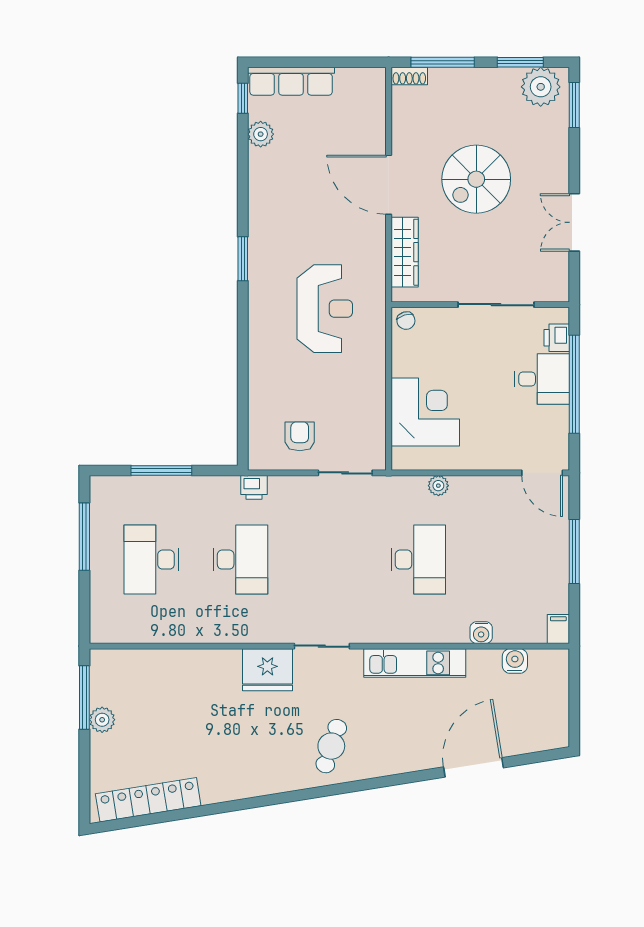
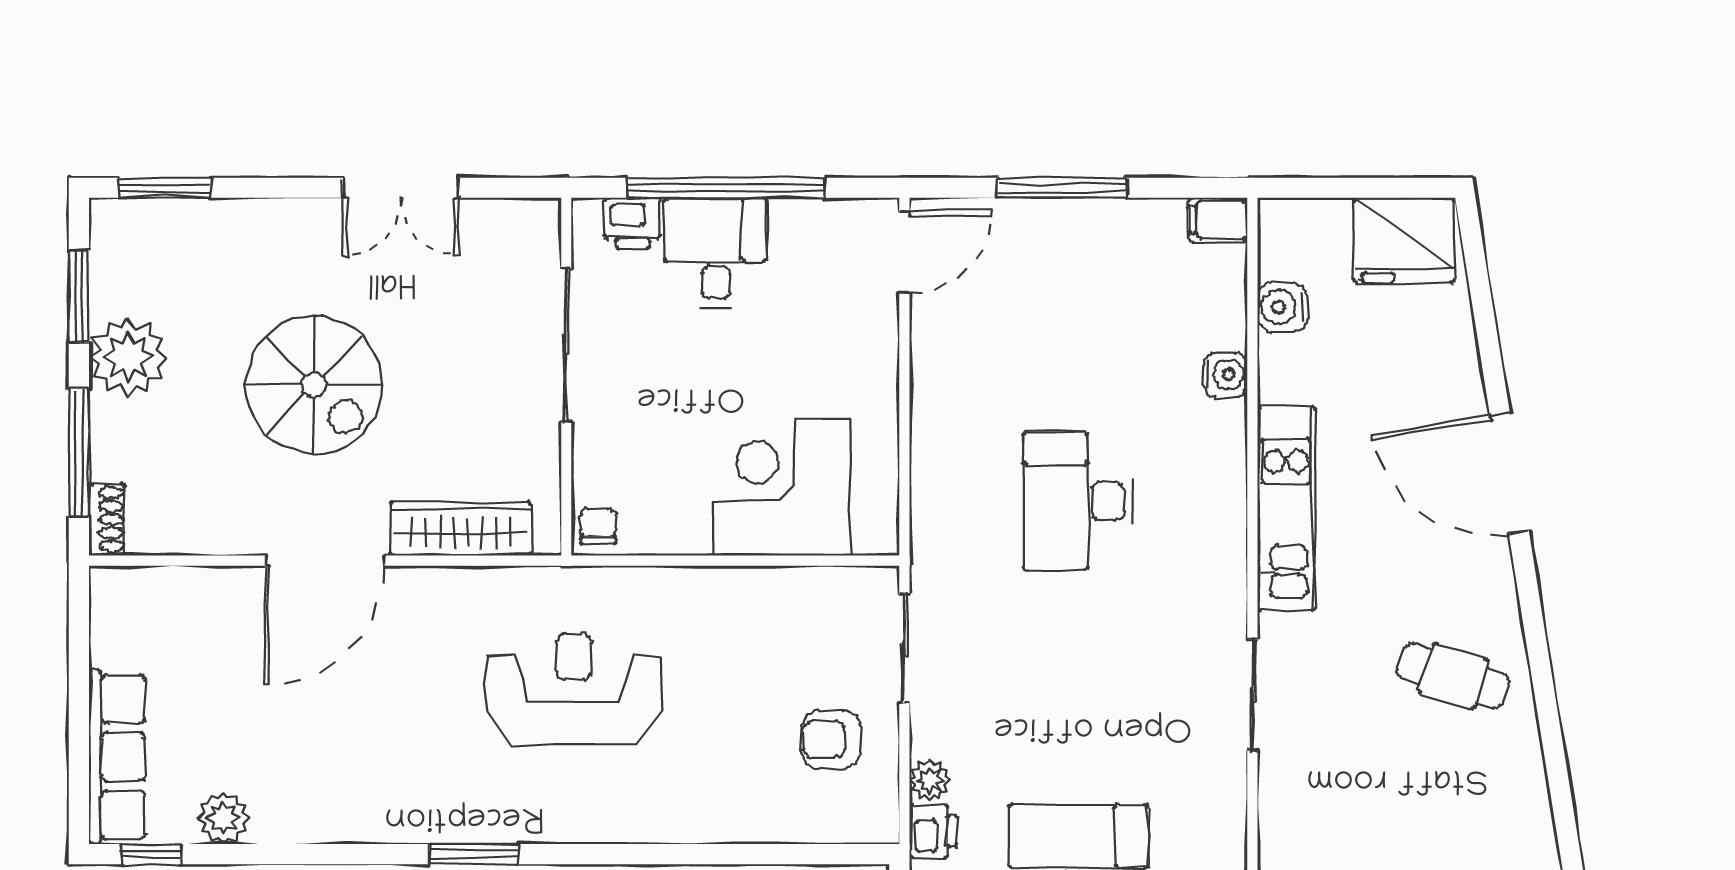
plant: (541, 87) -> (128, 357), moved
chair: (406, 321) -> (598, 526), turned -73
plant: (438, 486) -> (930, 780), moved
desk: (418, 560) -> (1078, 501), turned -90
fridge: (267, 670) -> (1404, 240), moved, turned 90
door: (474, 767) -> (1509, 473), moved

